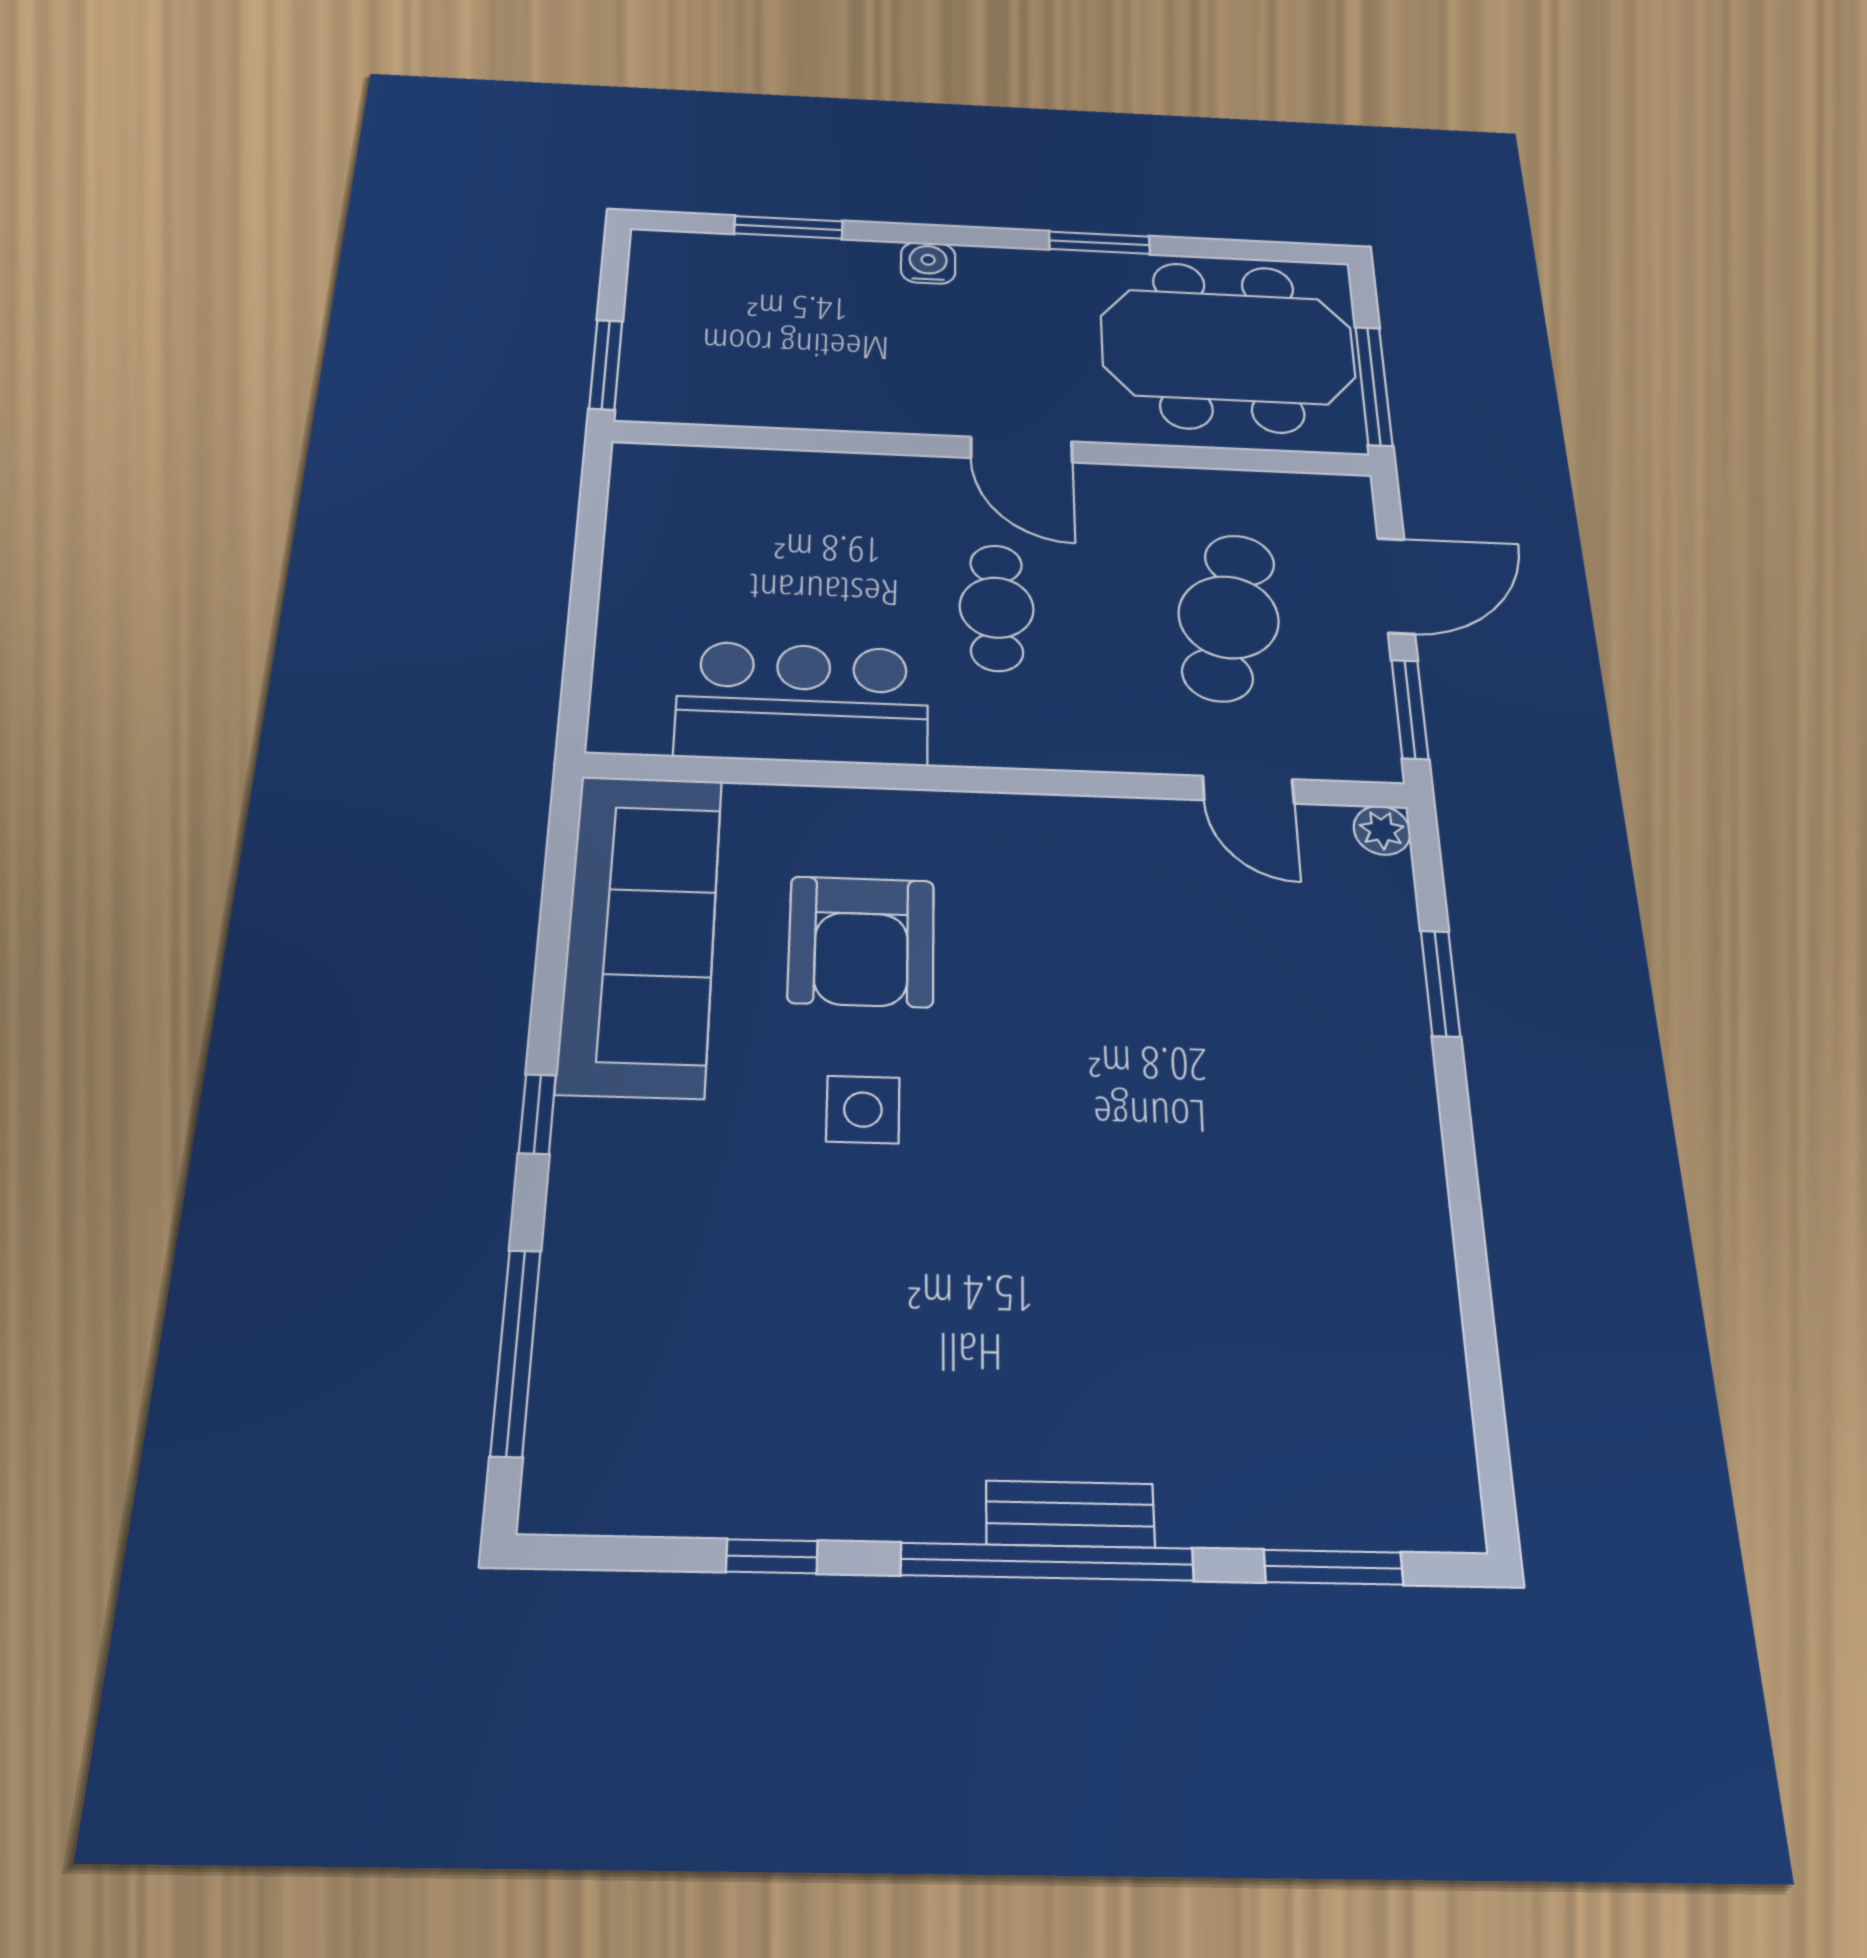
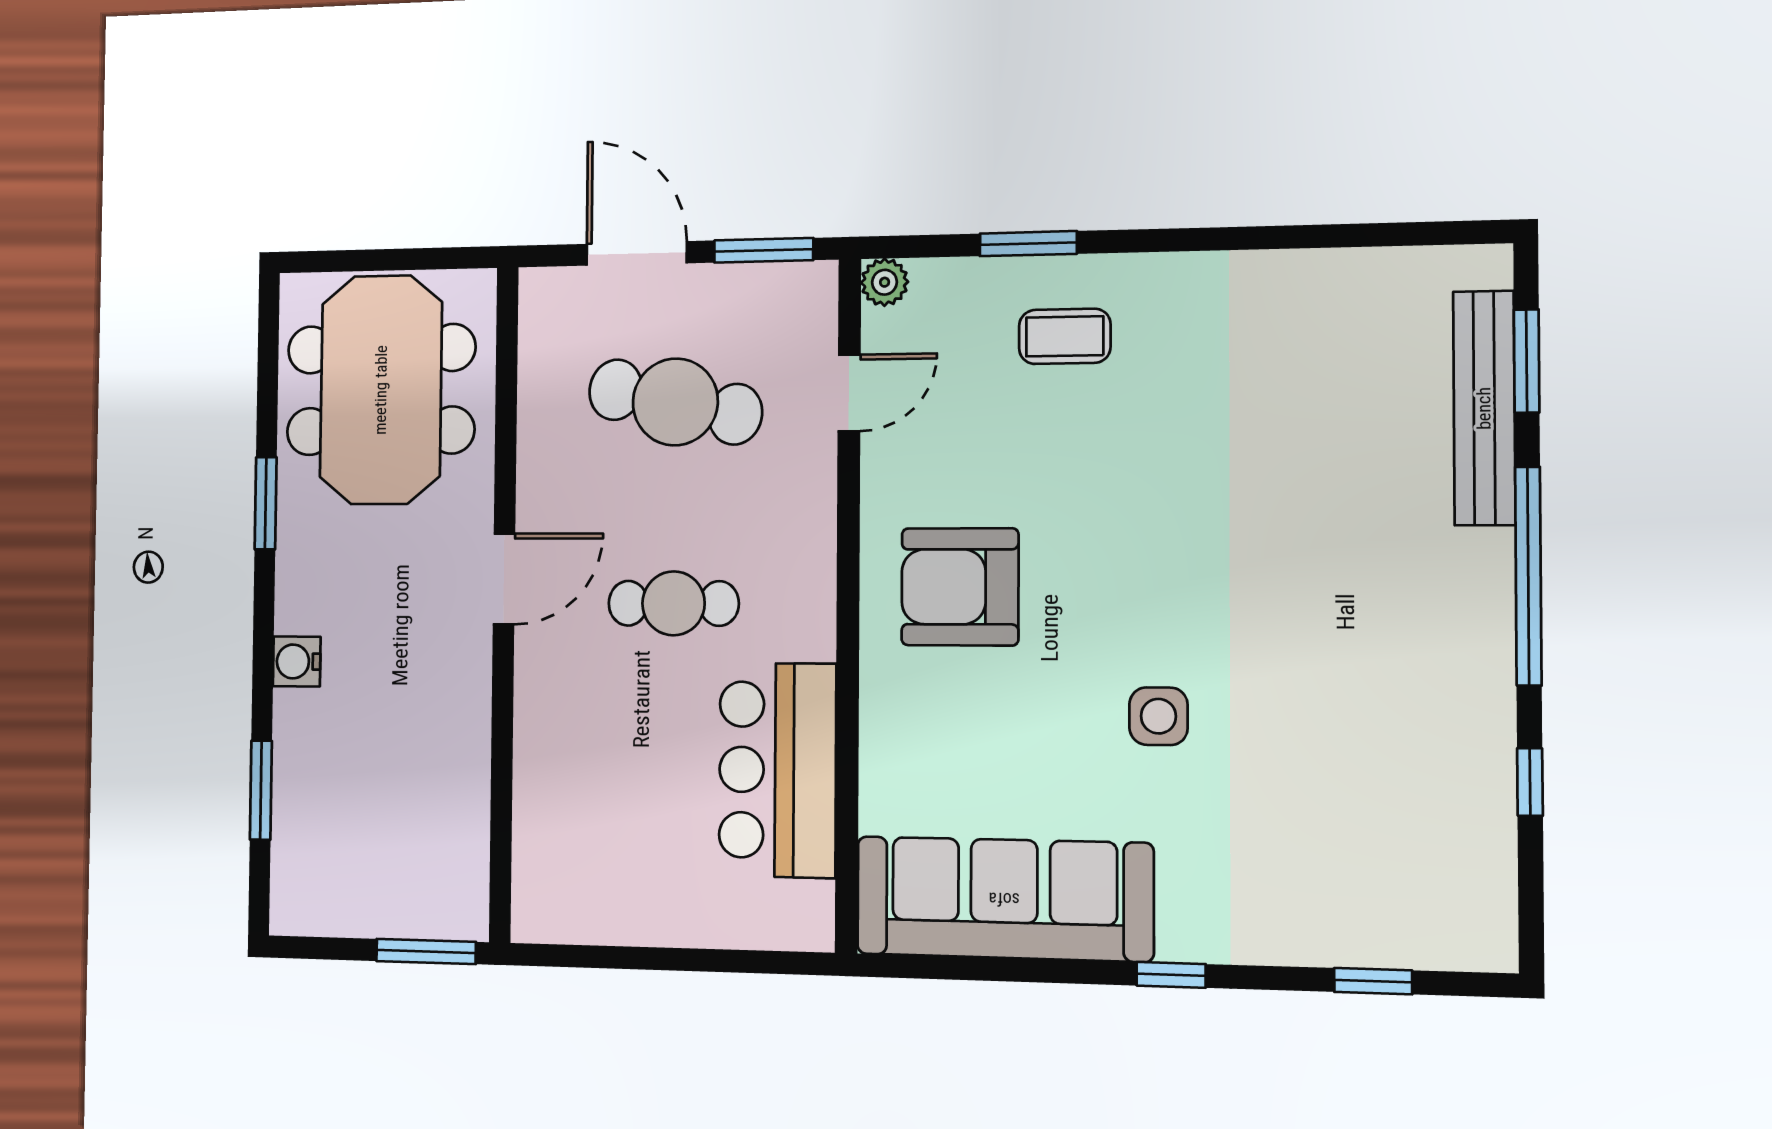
window: (1374, 386) -> (419, 259), removed
armchair: (861, 941) -> (960, 587), moved, turned 180
coffee table: (1330, 1020) -> (1065, 336), added
window: (516, 1352) -> (1373, 981), width x0.46
bench: (1070, 1514) -> (1484, 408), moved, width x1.86, depth x1.21

